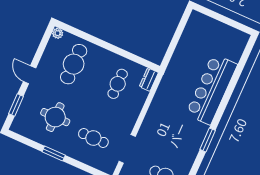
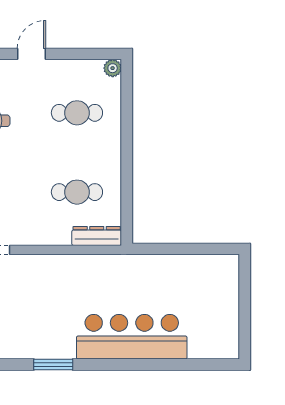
cafe table: (74, 64) -> (77, 113), width x0.73, depth x0.74
dresser: (149, 80) -> (97, 236), width x1.44

